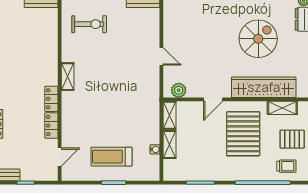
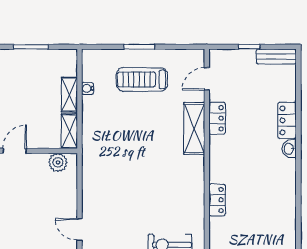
door: (161, 56) -> (79, 229), moved
shelving: (68, 77) -> (194, 128), moved, width x1.50, depth x1.33
locker: (51, 99) -> (217, 200), moved
treadmill: (111, 157) -> (142, 79), turned 180

